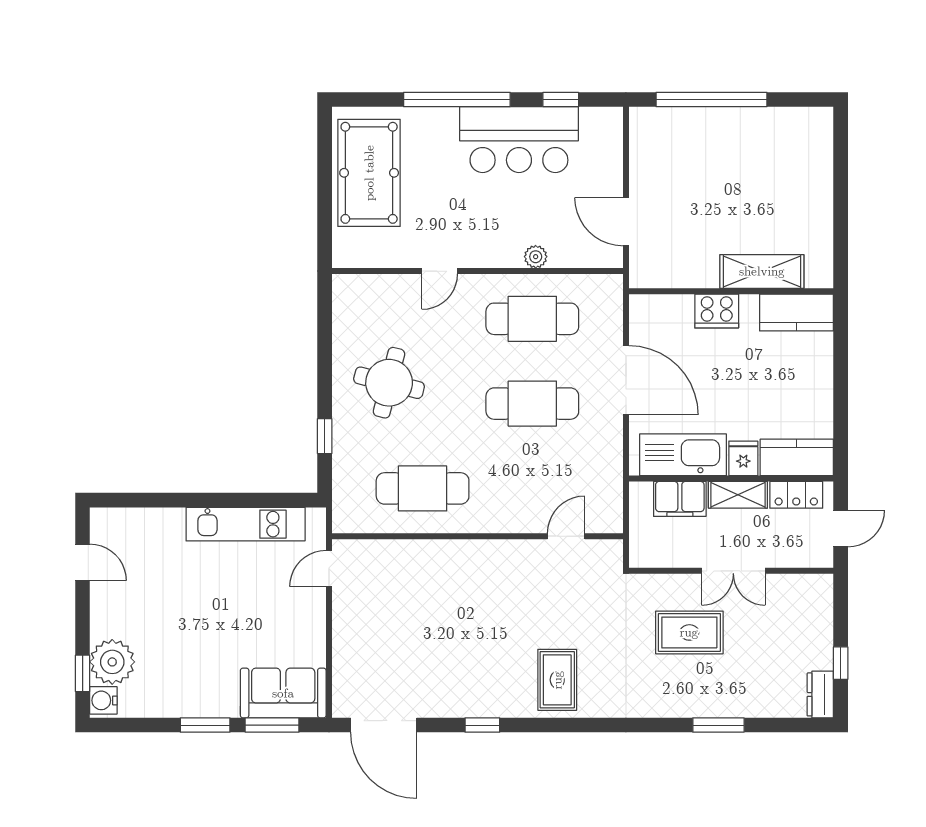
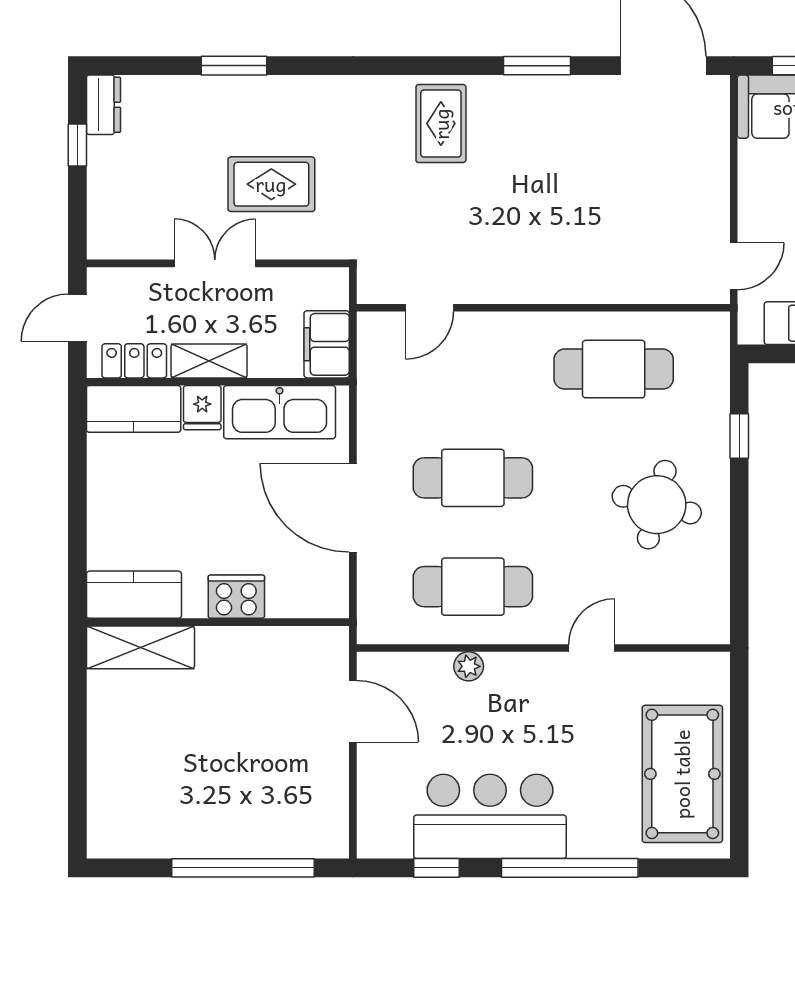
shelving: (762, 271) -> (140, 647), moved
filing cabinet: (680, 499) -> (327, 344), moved, turned -90
window: (482, 725) -> (537, 66), width x1.50

